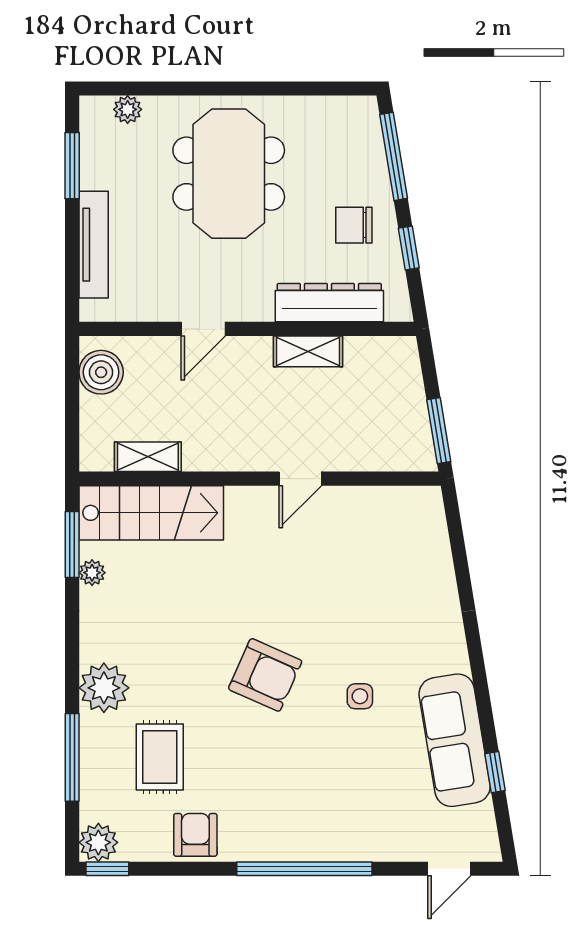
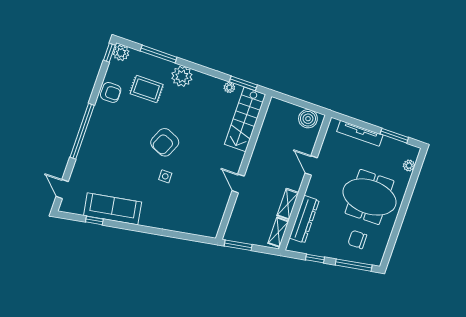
chair: (354, 225) -> (357, 239), moved, turned -90
shelving: (148, 457) -> (278, 232), moved
side table: (360, 696) -> (165, 176), moved

